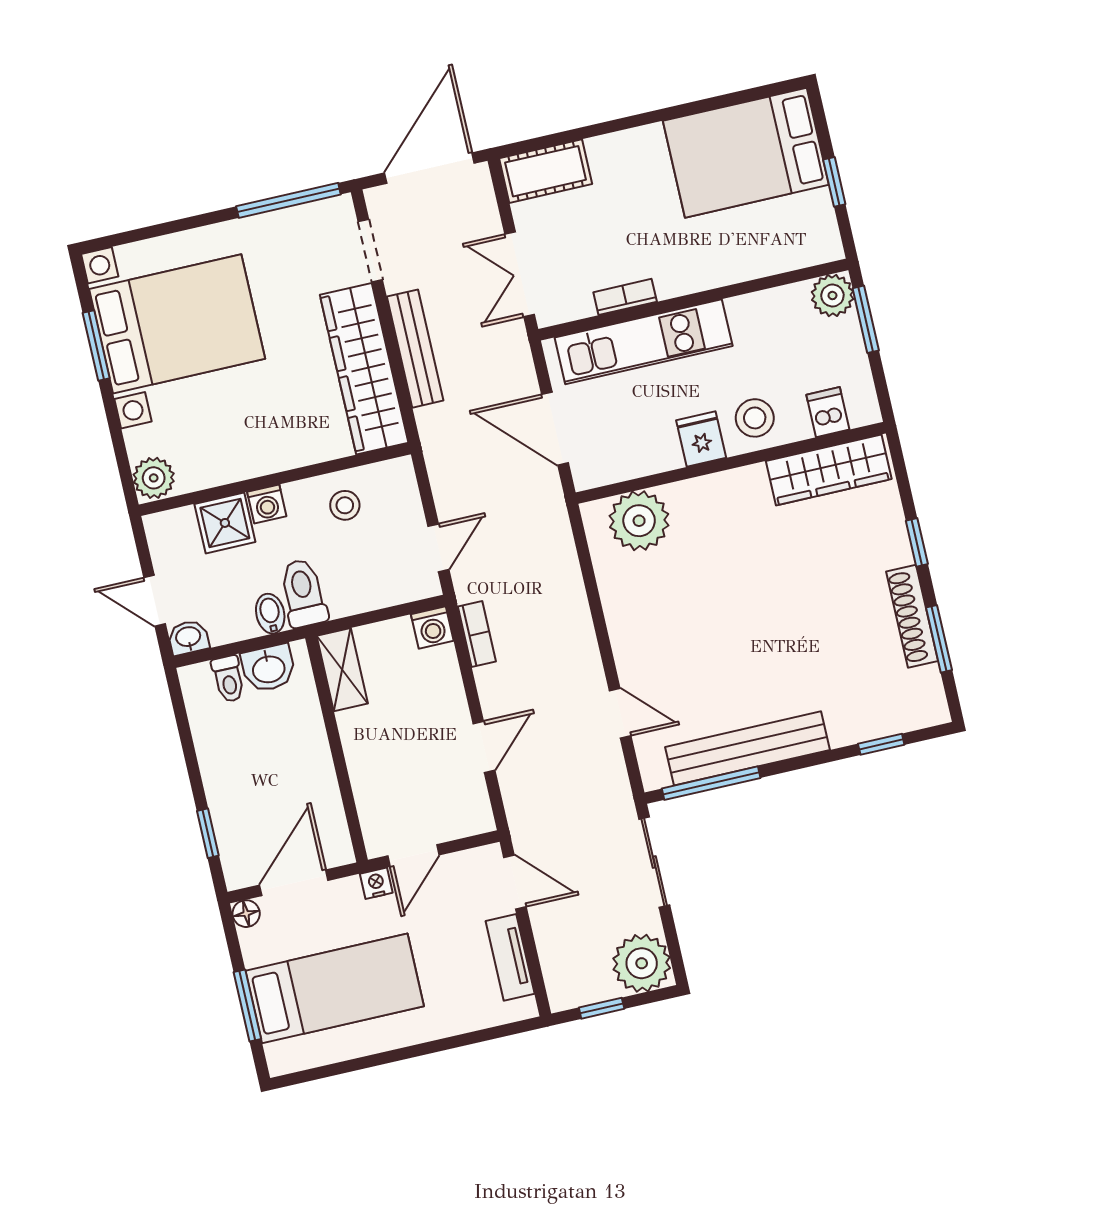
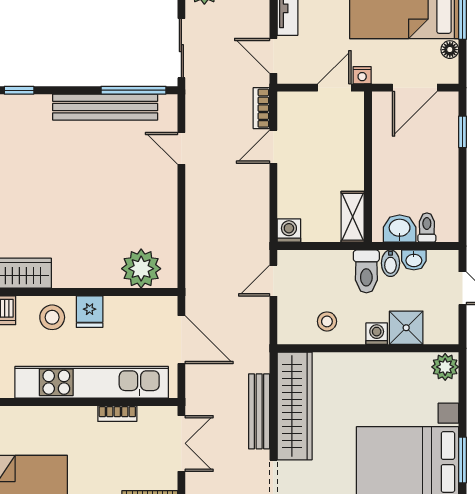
kitchen unit: (644, 342) -> (92, 382), width x1.36
bookcase: (477, 634) -> (261, 108), moved
washbasin: (188, 637) -> (414, 260), moved
floor lamp: (246, 914) -> (450, 50), moved

